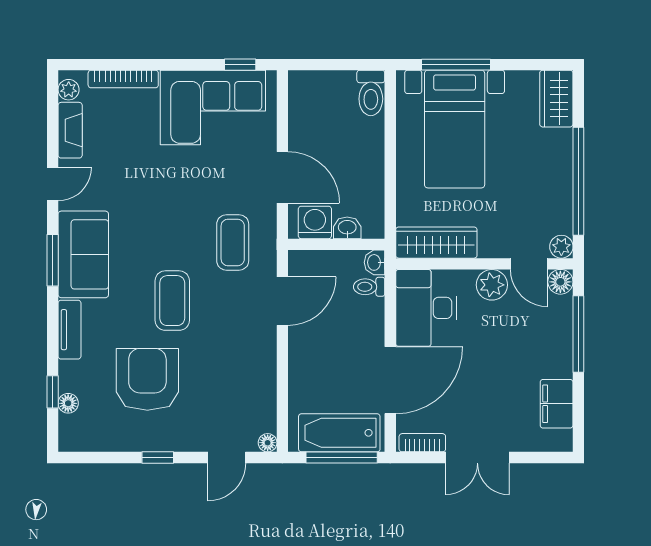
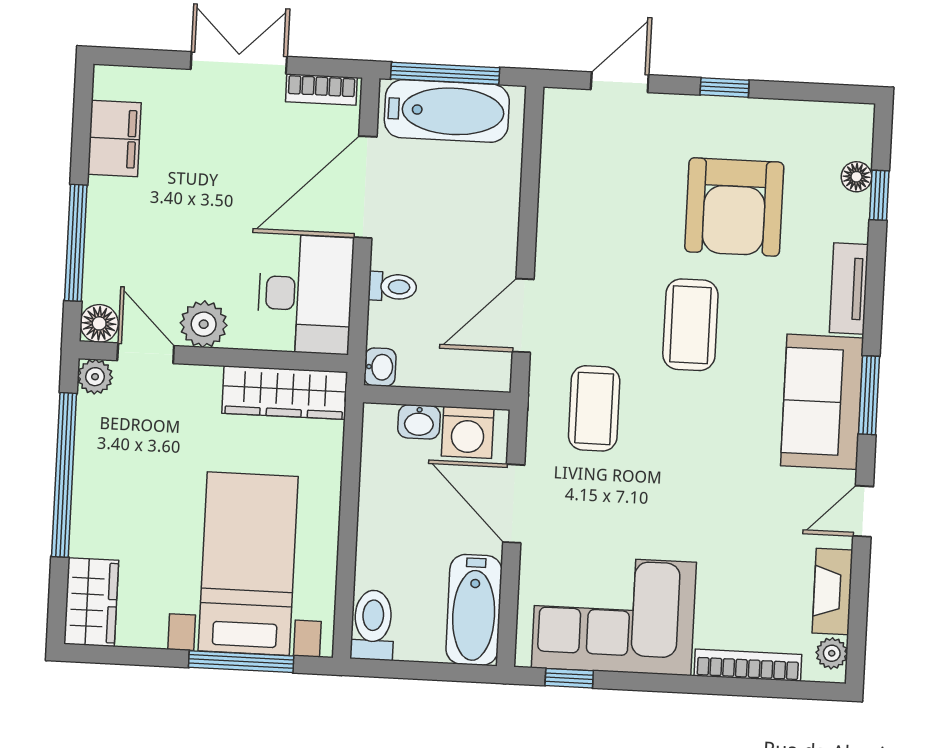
bathtub: (305, 106) -> (474, 610), added
toilet: (369, 287) -> (392, 287), moved
floor lamp: (268, 443) -> (557, 101), removed

